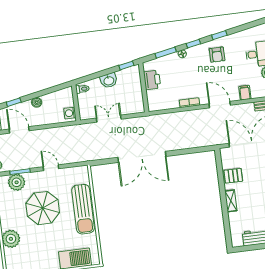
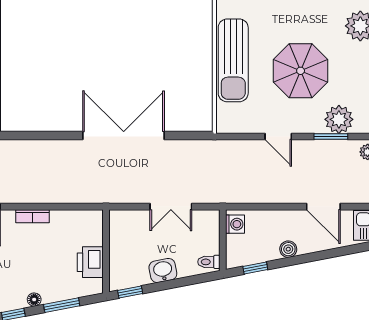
window: (14, 102) -> (255, 268), moved
sun lounger: (83, 209) -> (233, 60), turned 180

